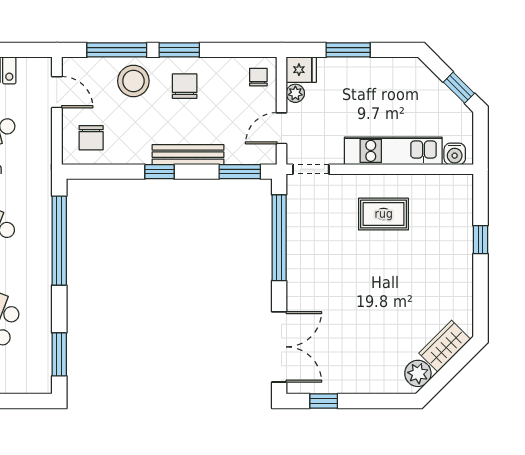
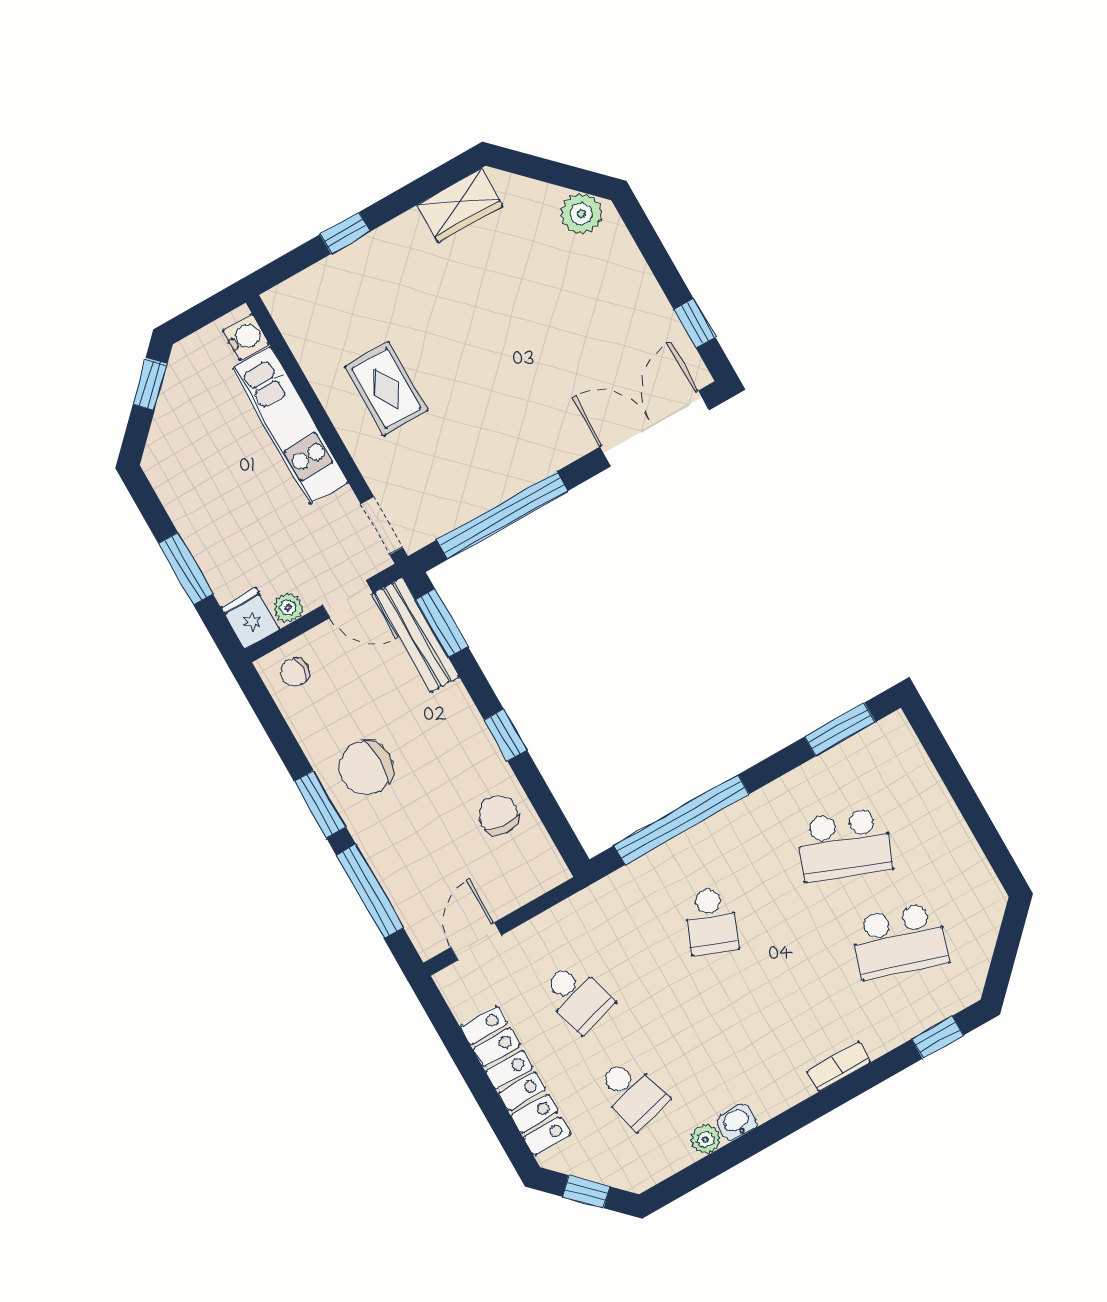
stool: (133, 81) -> (400, 843), removed
chair: (185, 86) -> (366, 768), width x1.37, depth x1.37
chair: (91, 138) -> (498, 815), moved, turned -85
bench: (188, 155) -> (417, 635), moved
wardrobe: (445, 346) -> (460, 205), moved, turned -45

